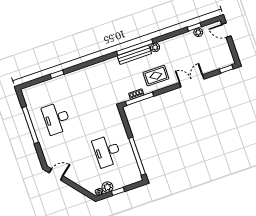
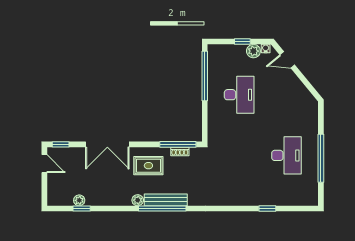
door: (226, 30) -> (44, 164), moved
double door: (192, 81) -> (107, 144), width x1.37
door: (56, 174) -> (287, 60), moved

